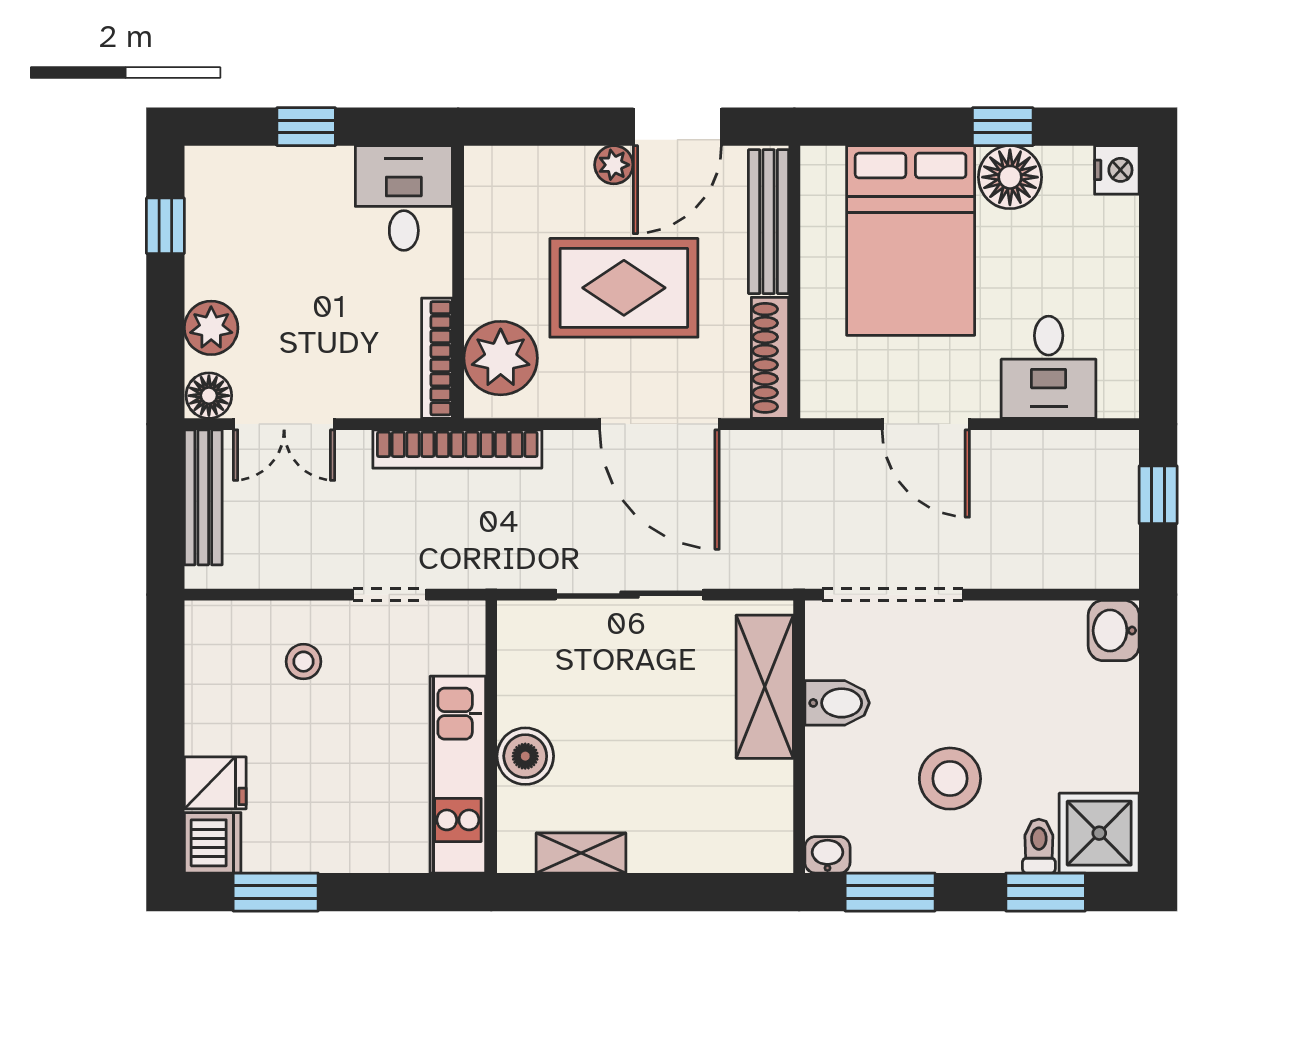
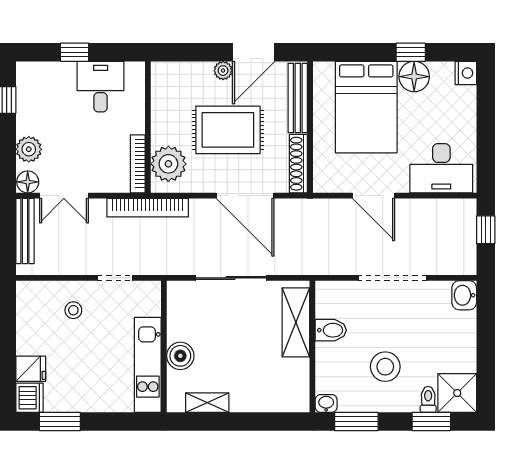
desk: (404, 198) -> (101, 87), moved
desk: (1049, 367) -> (441, 168), width x1.37
doorway: (893, 595) -> (393, 278), moved

